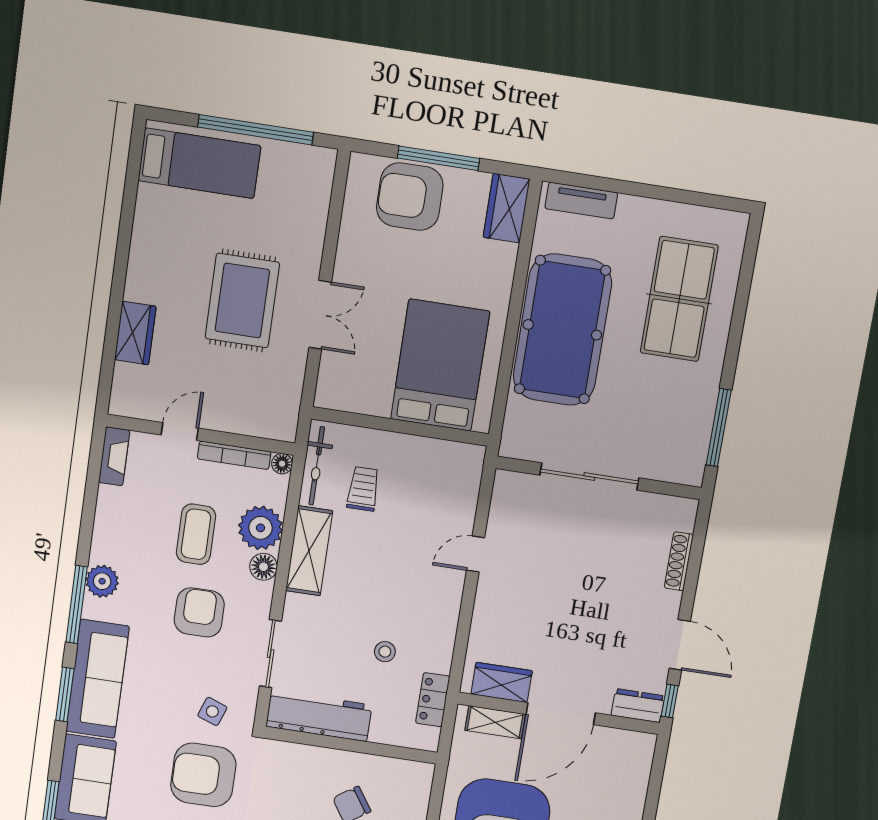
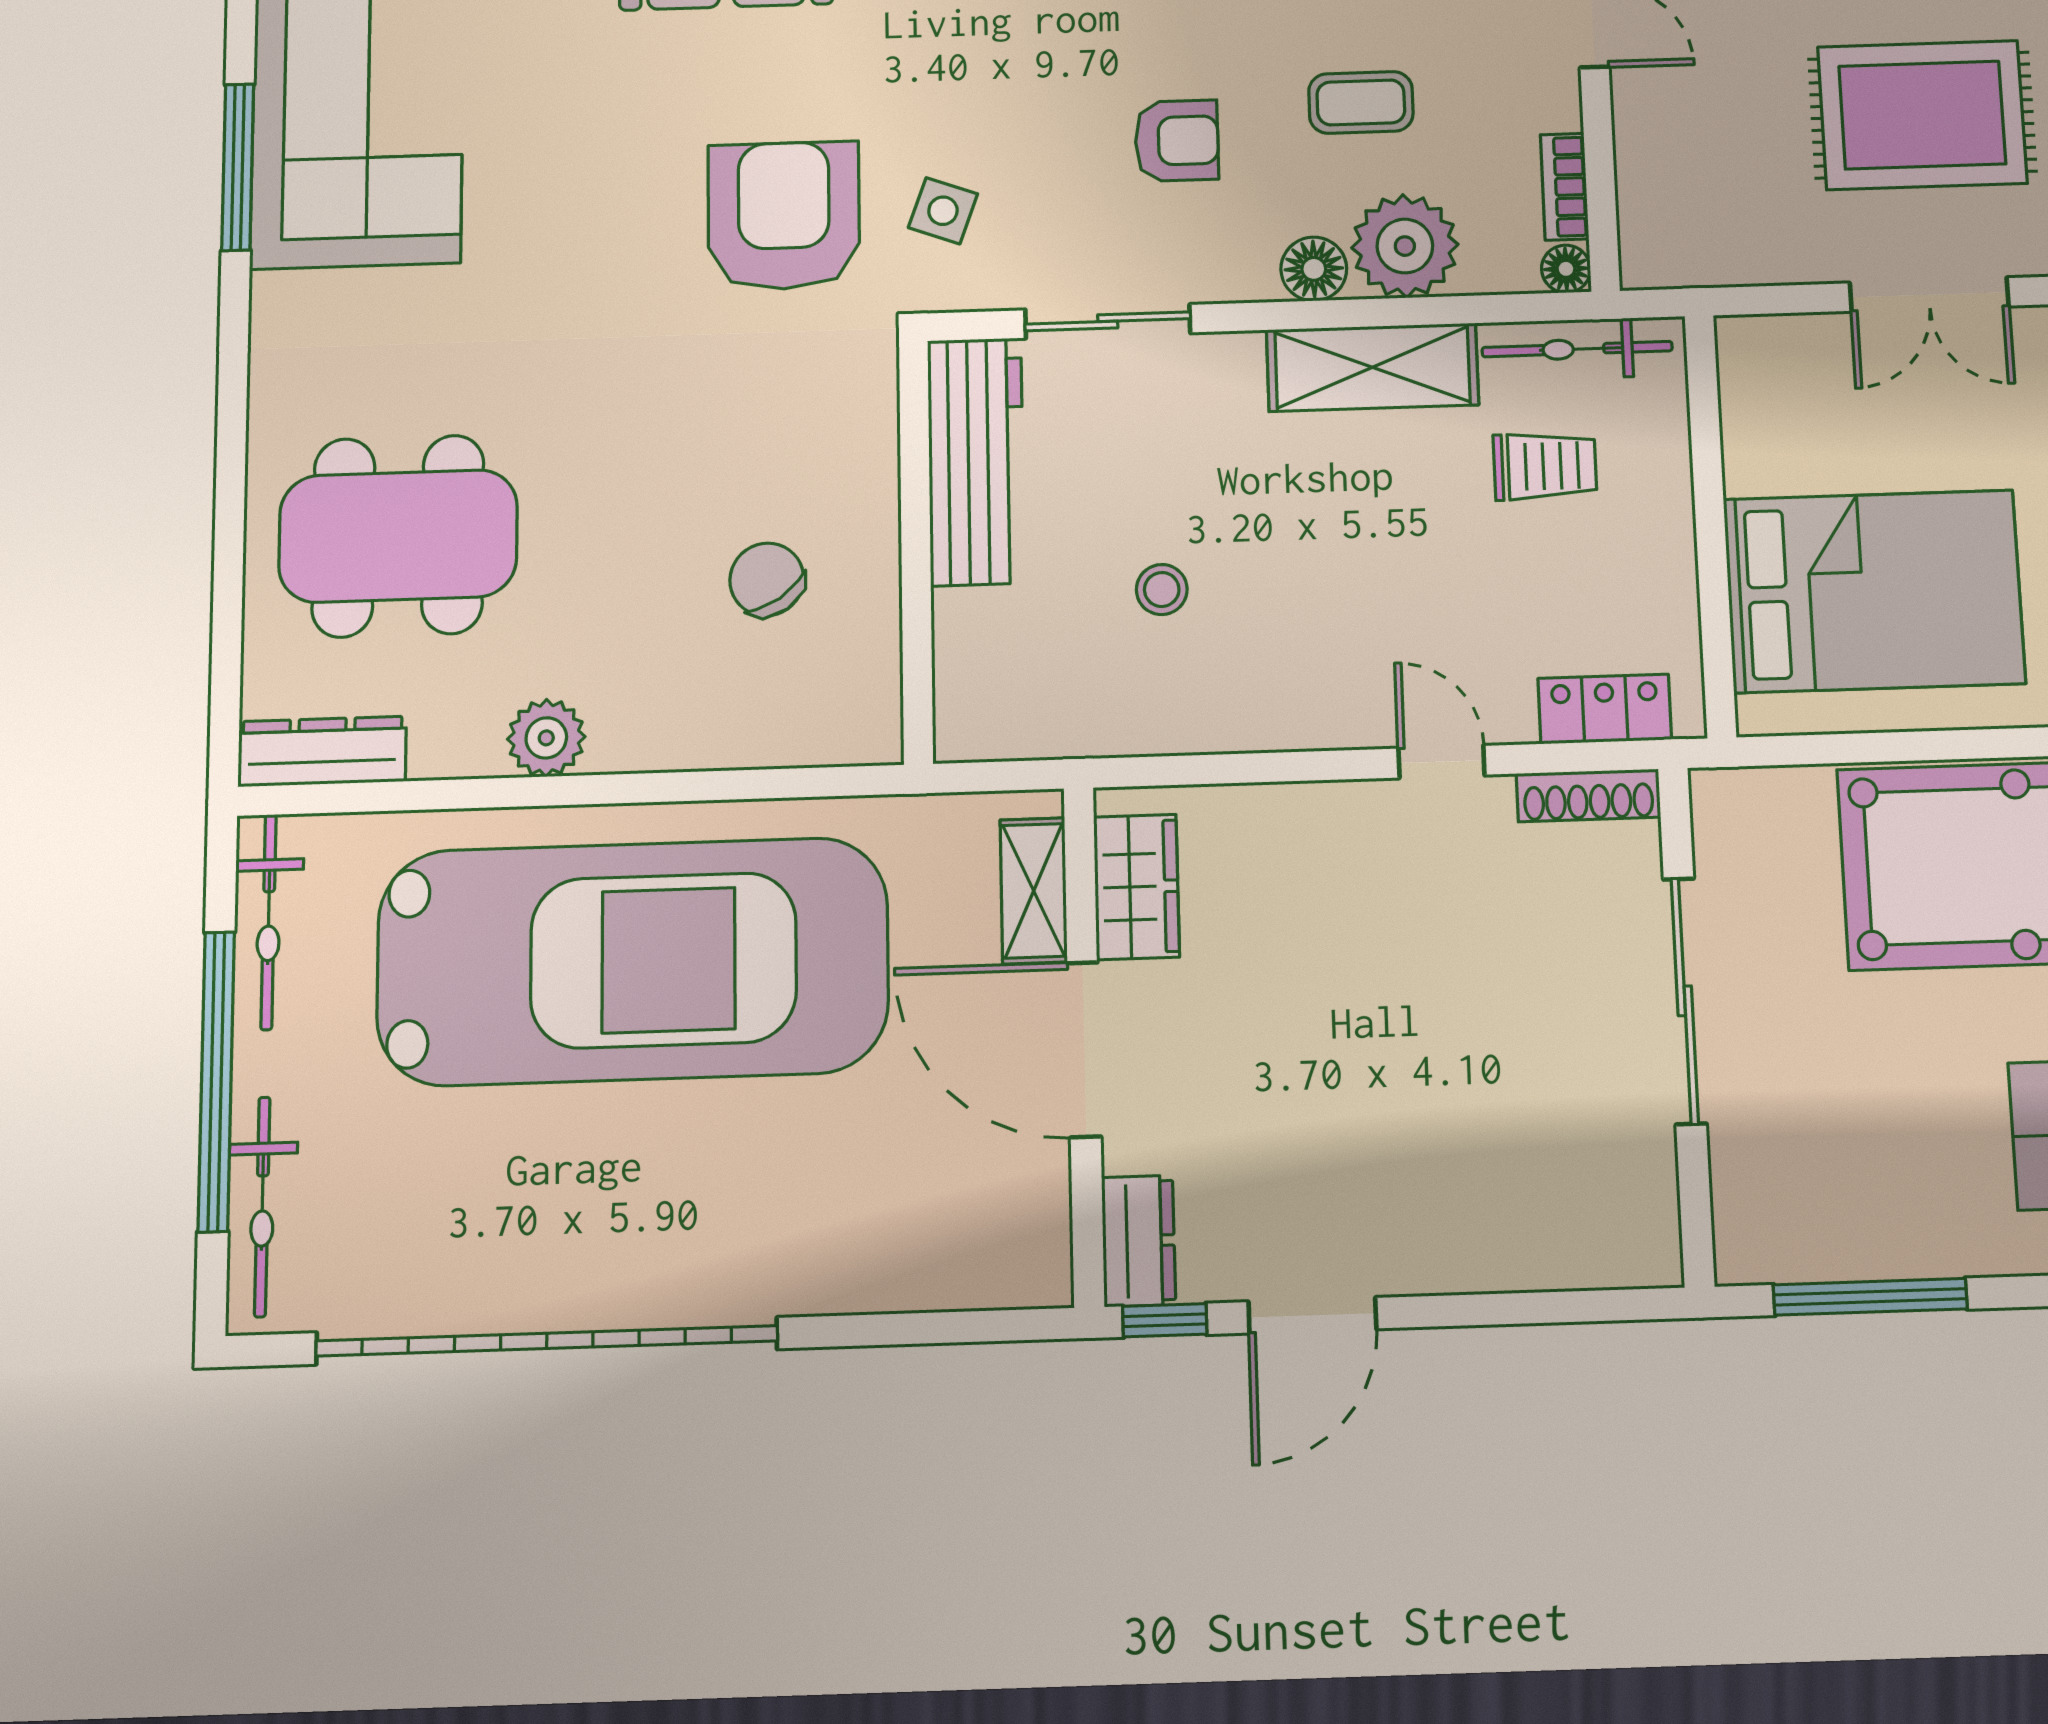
bookcase: (234, 455) -> (1565, 187), width x0.64
coffee table: (196, 534) -> (1361, 102), width x0.73, depth x0.77
shoe rack: (679, 561) -> (1588, 795), moved, turned 180
armchair: (199, 612) -> (1177, 141), width x0.72, depth x0.72
locker: (433, 700) -> (1605, 709), moved

